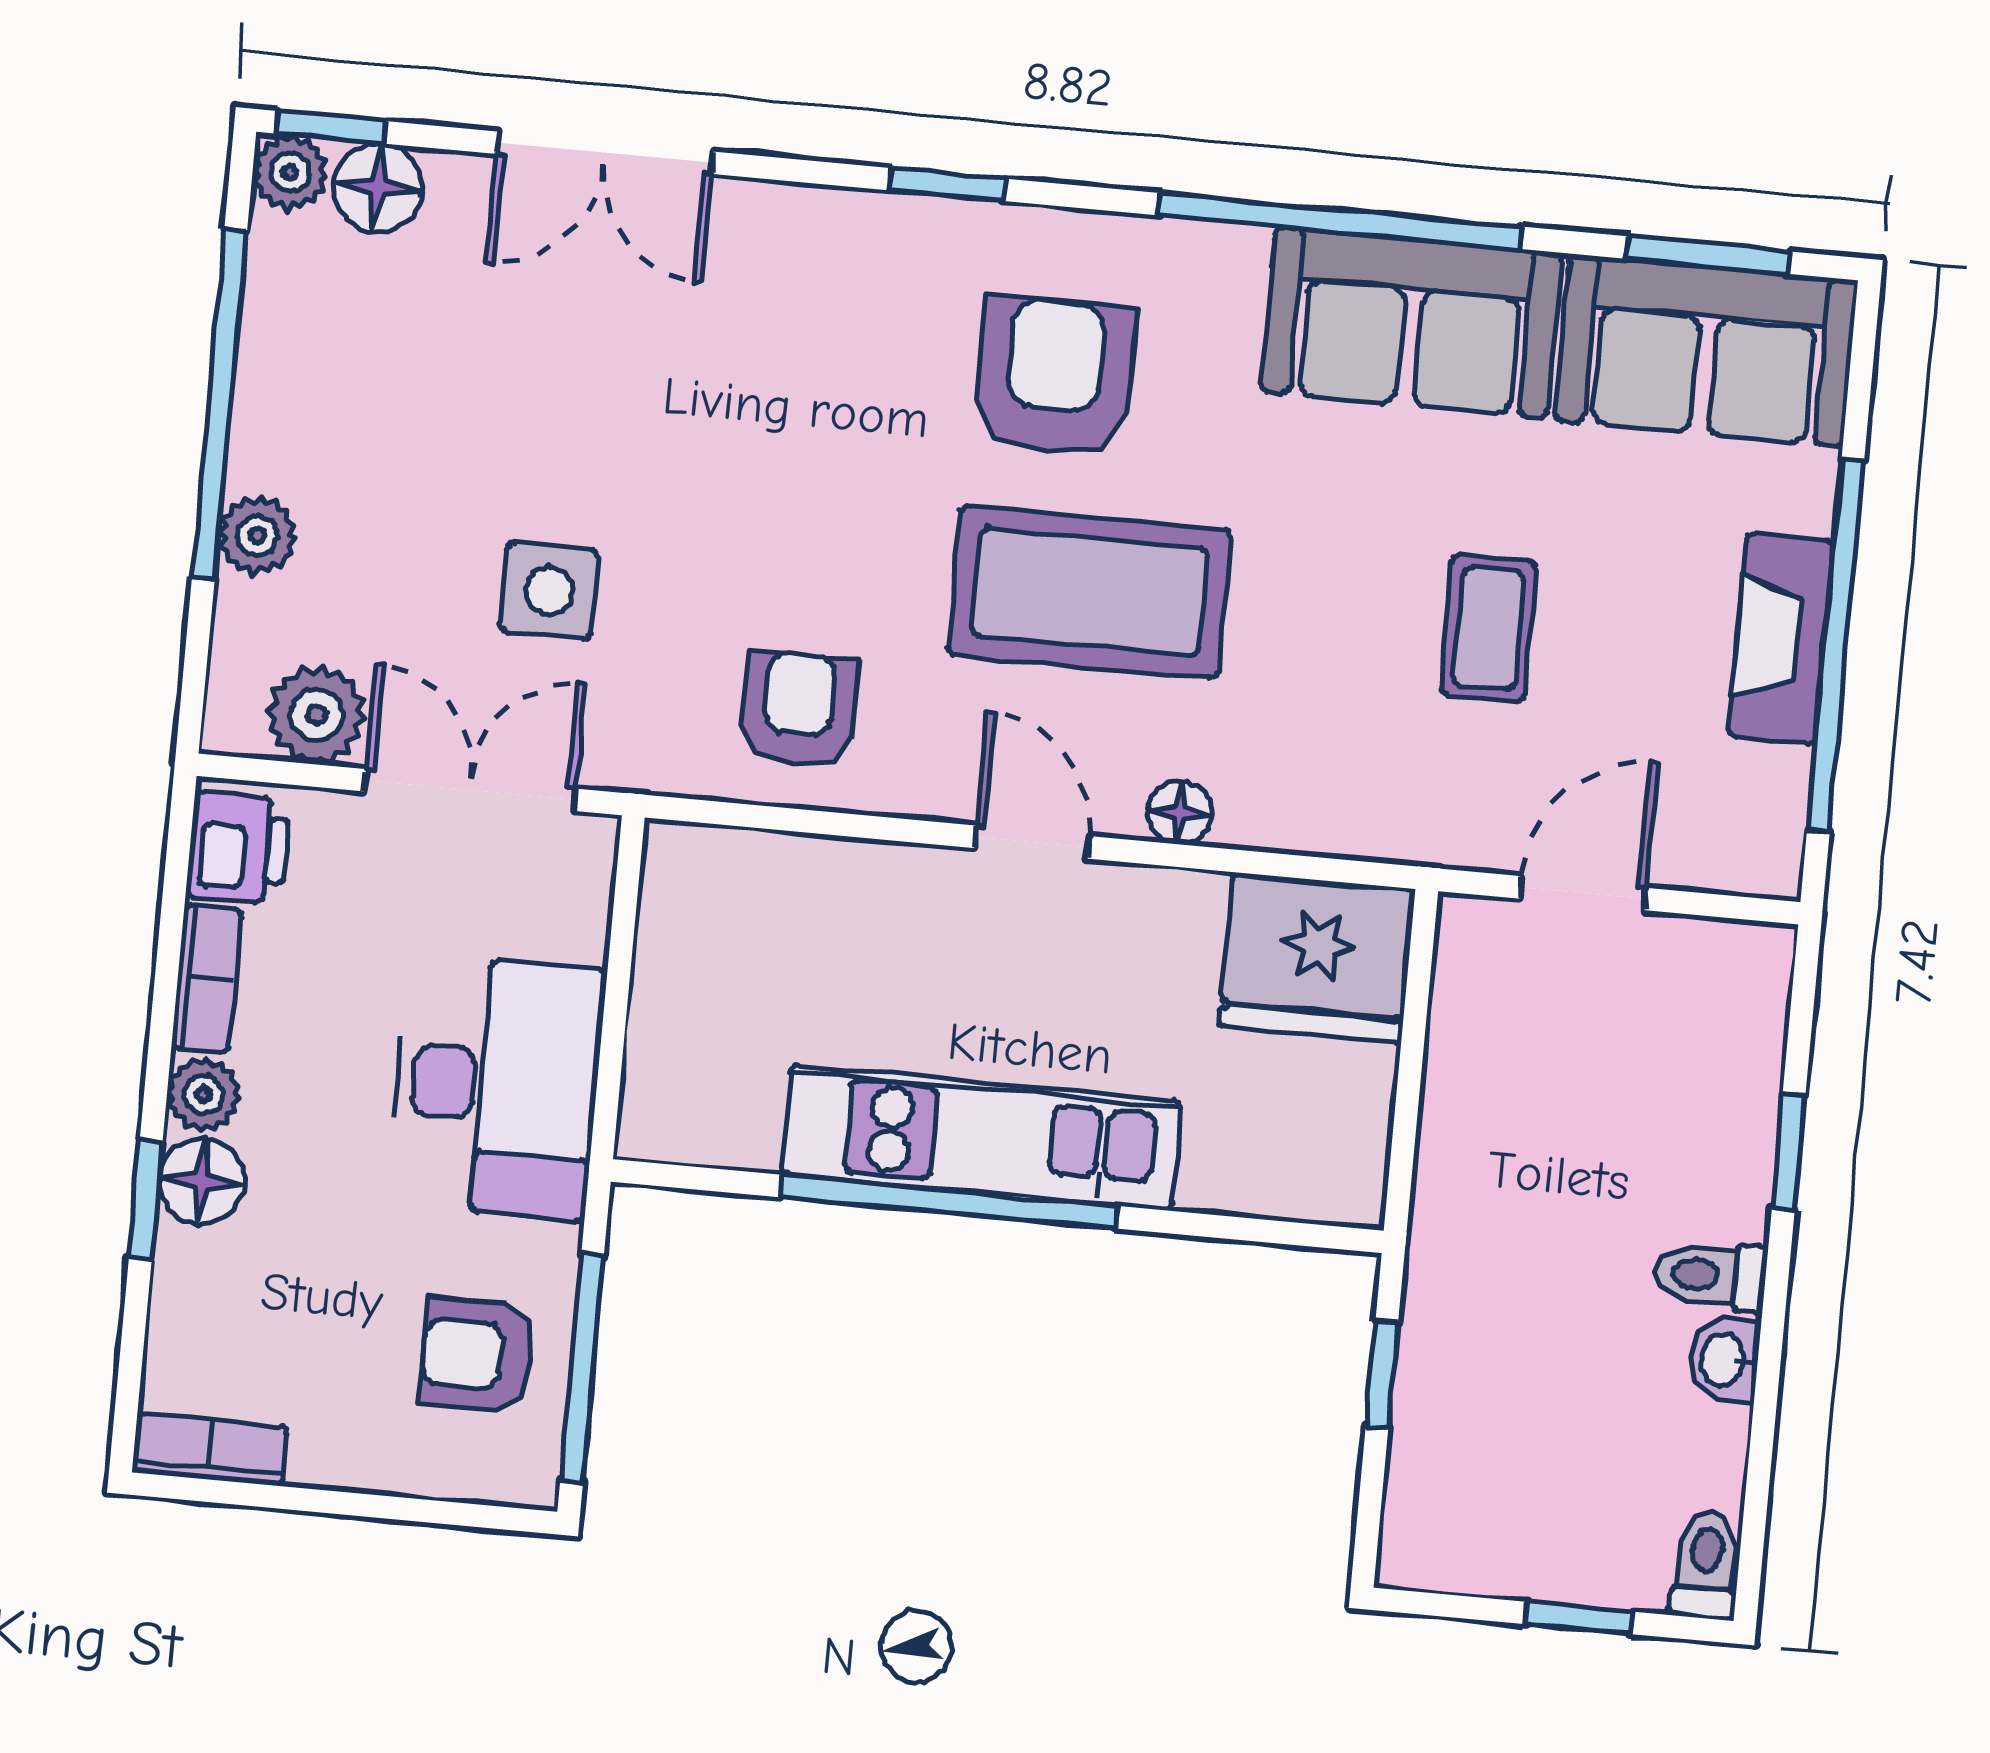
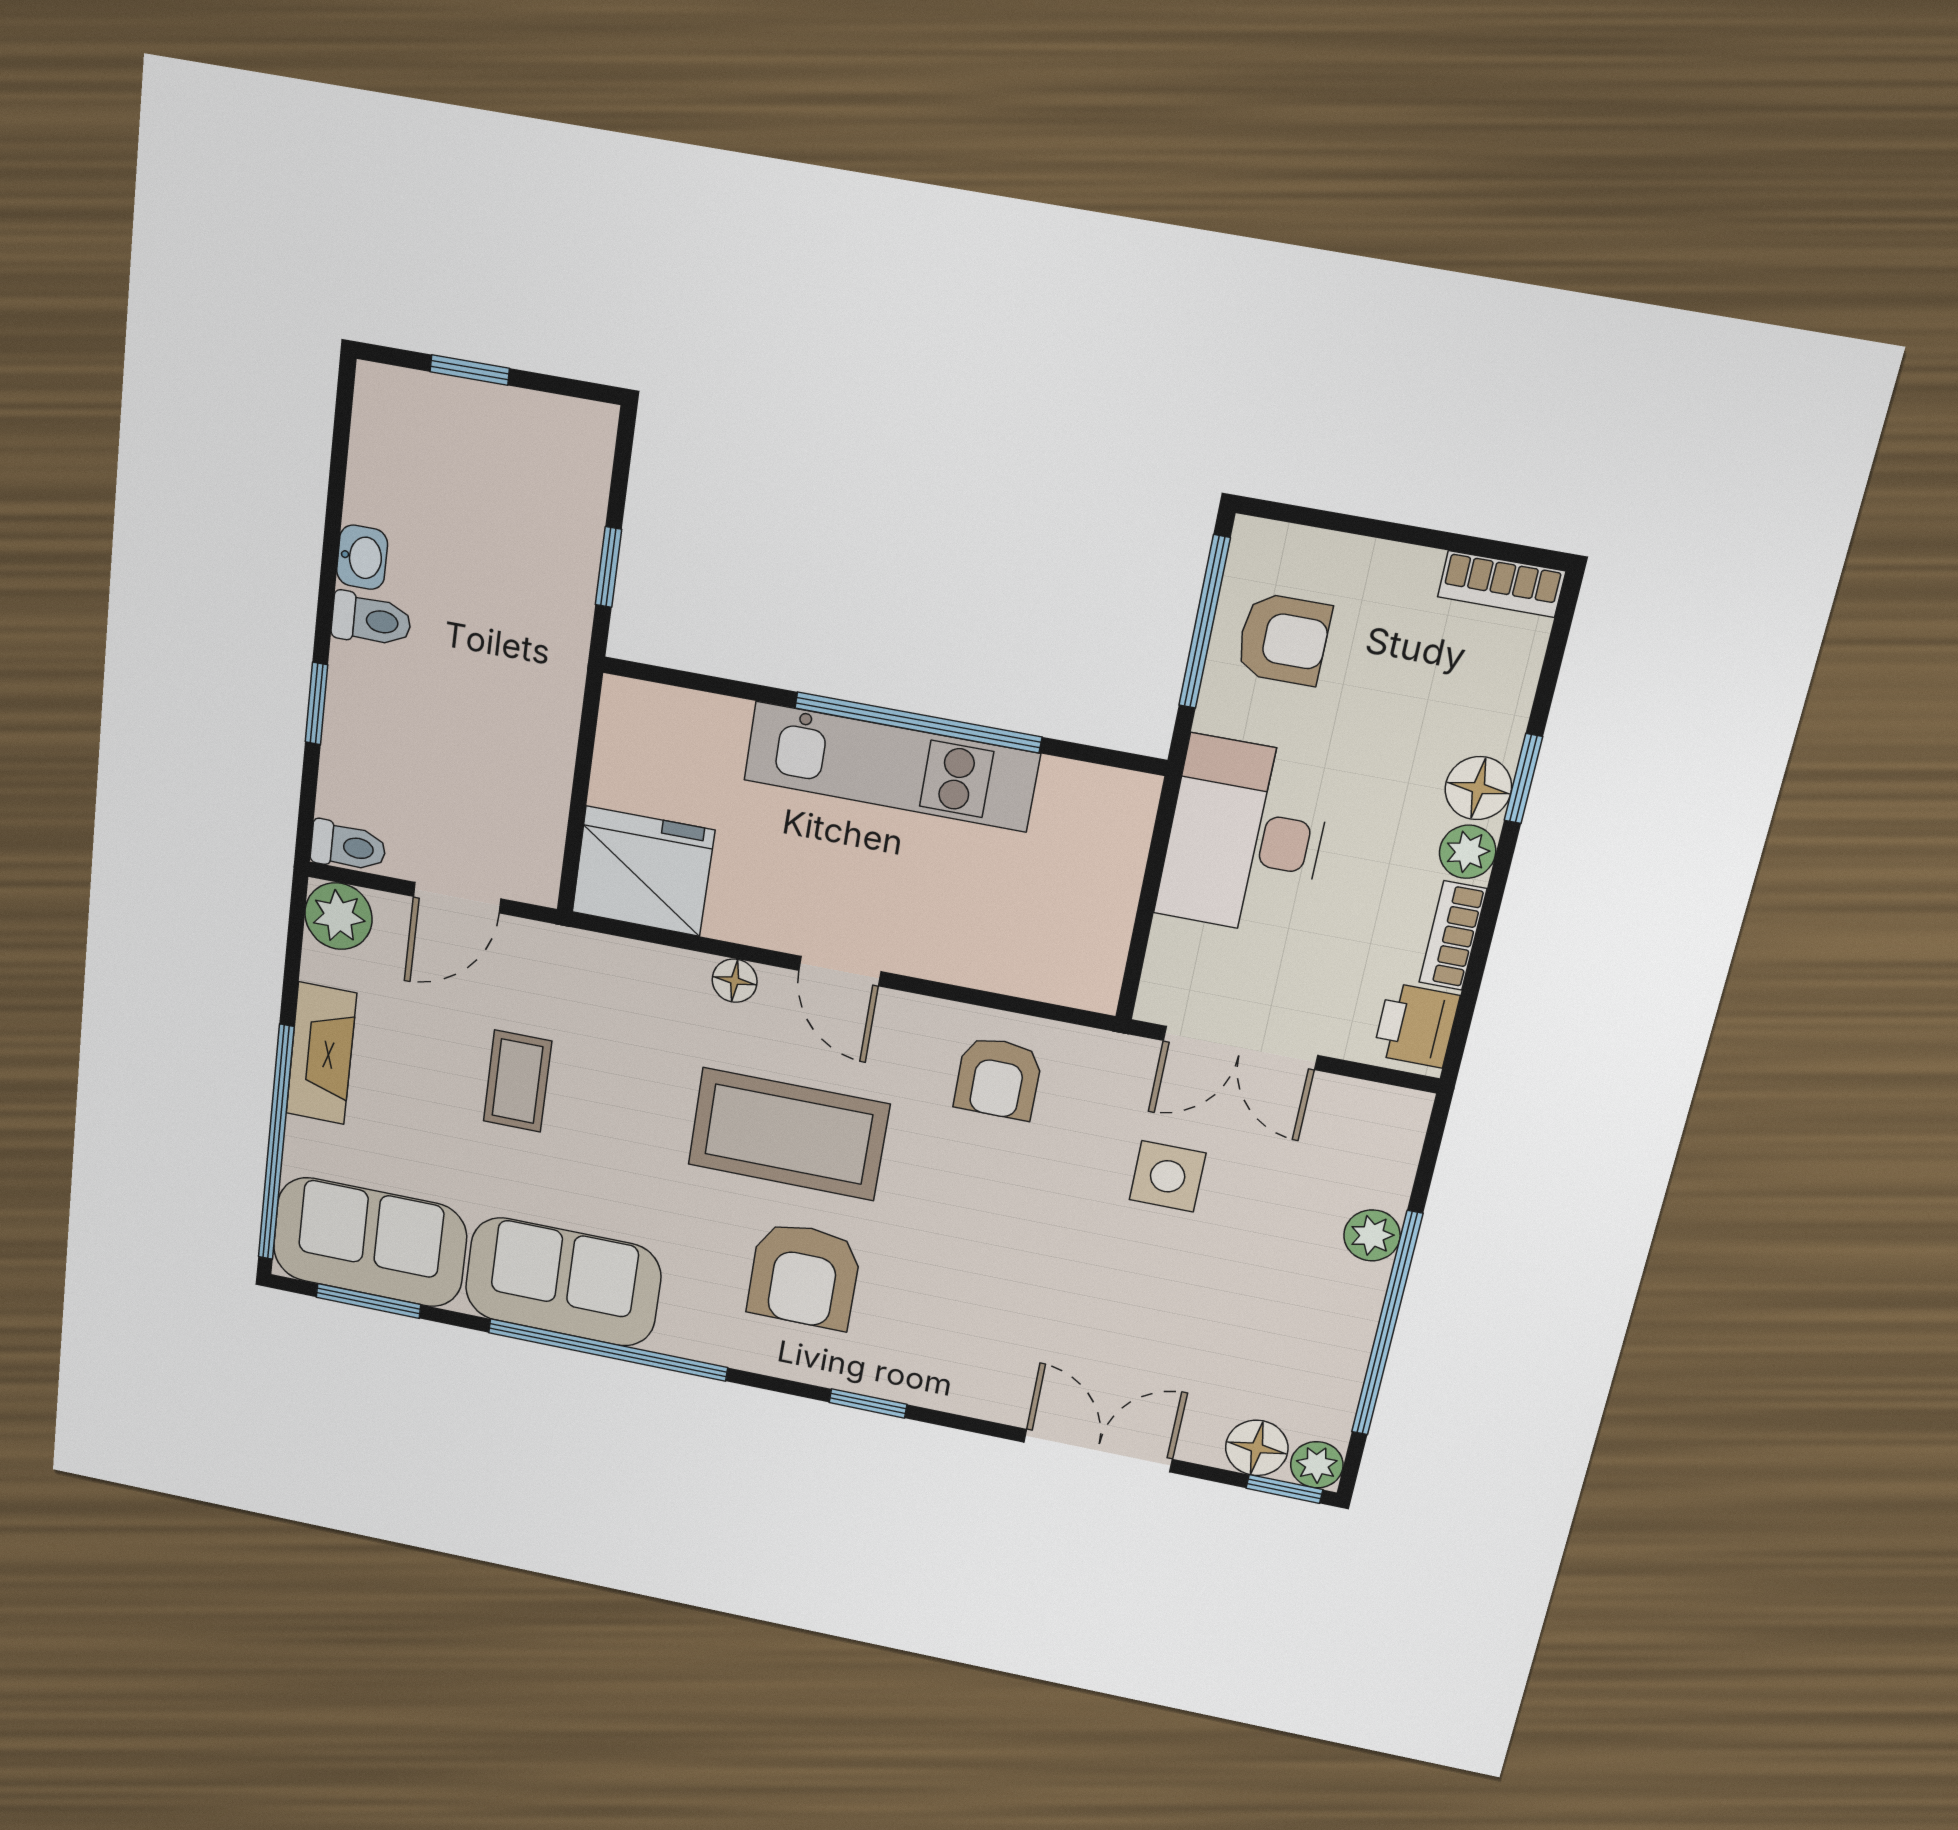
window: (1836, 646) -> (276, 1143), moved
plant: (317, 715) -> (338, 916), moved
toilet: (1706, 1565) -> (348, 846), moved, turned -90

